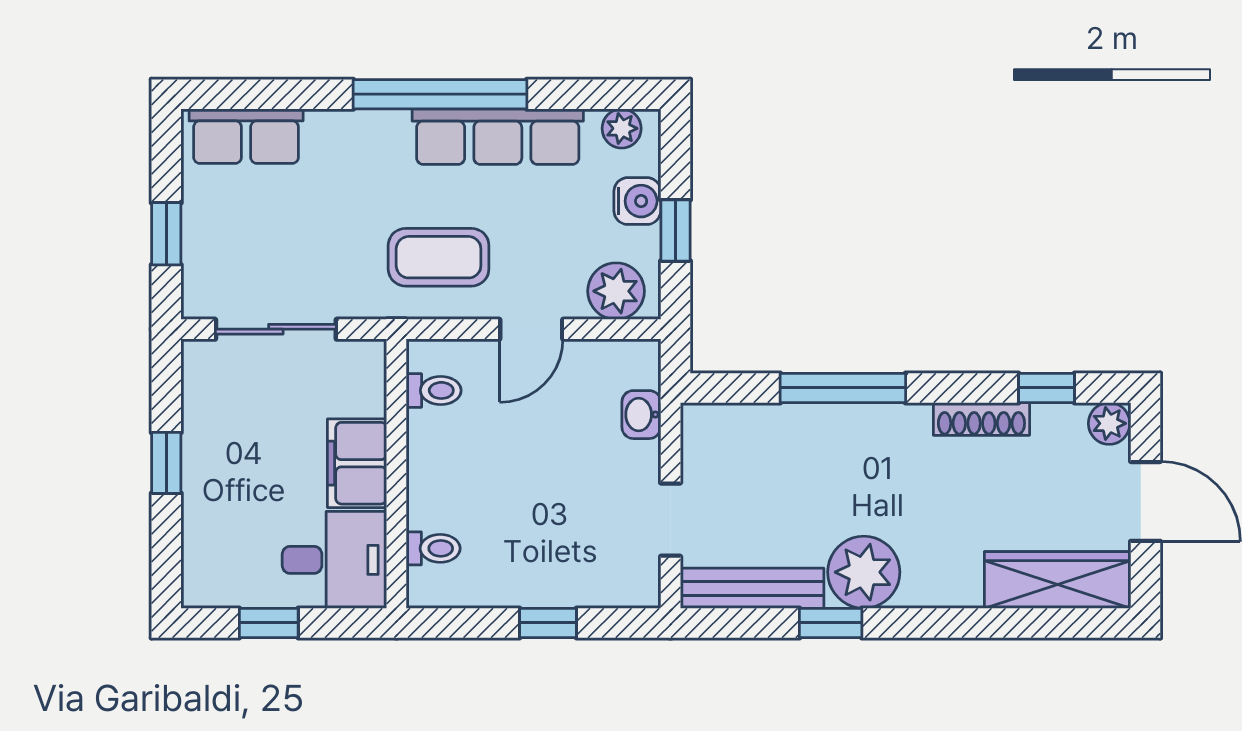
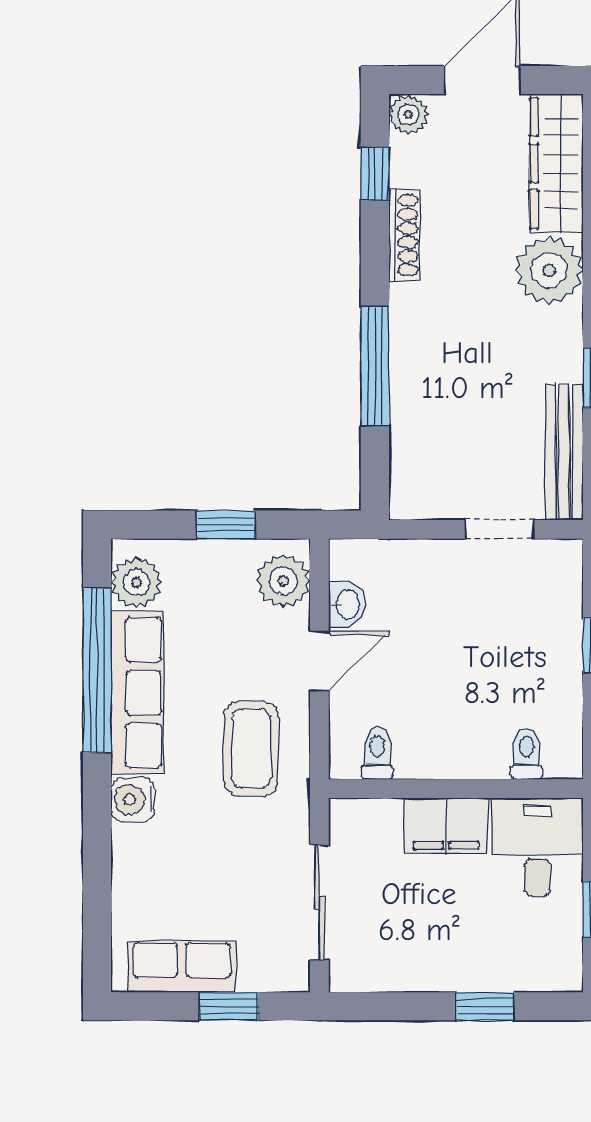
window: (440, 94) -> (97, 670), moved
plant: (622, 128) -> (136, 582), width x1.38, depth x1.38
row of seats: (246, 136) -> (182, 967), moved, turned -90
water cooler: (637, 201) -> (133, 800), moved, turned -90
door: (531, 329) -> (319, 661), hinge flipped
washbasin: (641, 415) -> (347, 604), moved, turned -90
window: (166, 463) -> (485, 1006), moved
plant: (864, 572) -> (549, 270), moved

